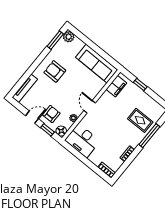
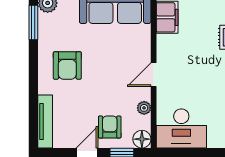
armchair: (55, 71) -> (67, 65), turned -90
door: (90, 107) -> (154, 75), hinge flipped

